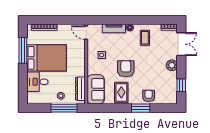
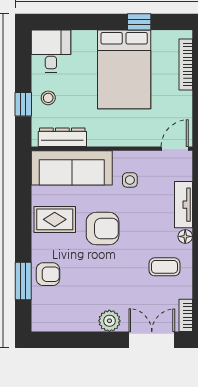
double door: (181, 44) -> (152, 340), swing flipped
window: (23, 50) -> (139, 22), width x0.46
desk: (37, 82) -> (51, 51), moved
window: (181, 85) -> (69, 340), removed
sofa: (96, 89) -> (72, 168), width x1.36
window: (64, 108) -> (23, 104), width x0.46
window: (141, 108) -> (23, 281), moved

